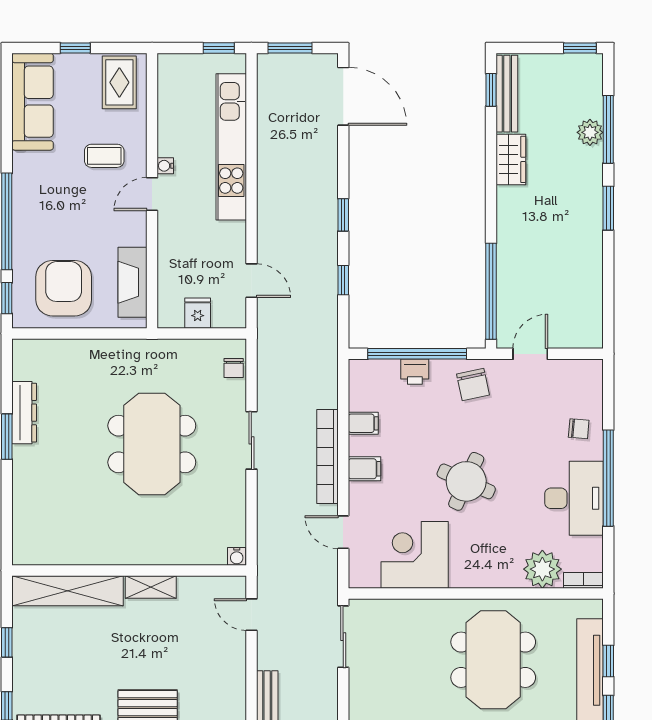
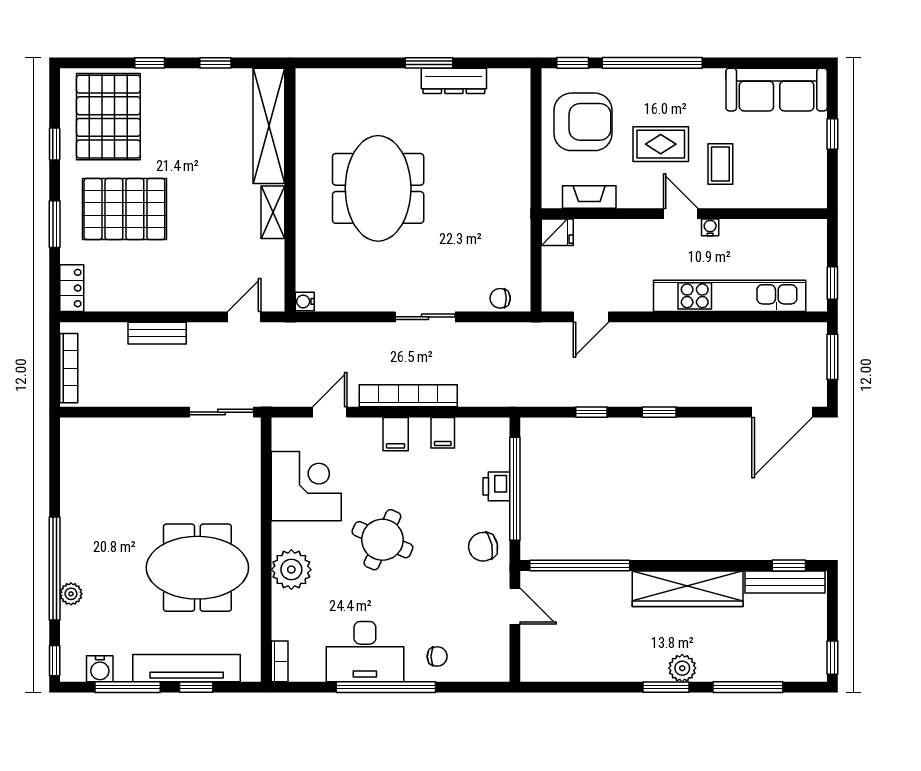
rug: (119, 82) -> (661, 144), moved
plant: (590, 132) -> (682, 668), moved
wardrobe: (511, 159) -> (688, 589), width x2.10, depth x1.17
fireplace: (133, 282) -> (589, 197), width x0.73, depth x0.76
fridge: (198, 313) -> (557, 232), moved
chair: (579, 429) -> (437, 656), turned -95
meeting table: (152, 444) -> (378, 188), moved, turned 90
plant: (542, 569) -> (291, 570), moved

